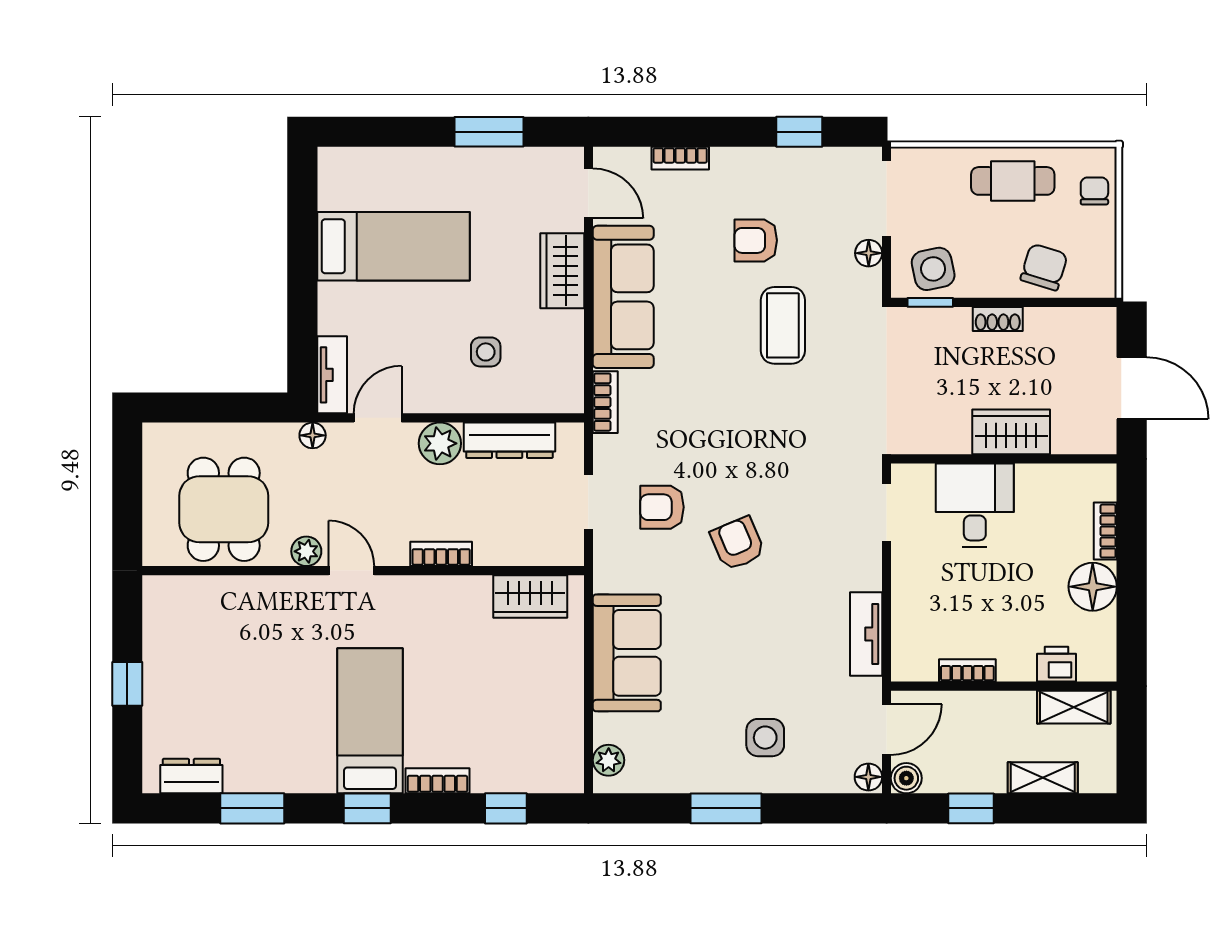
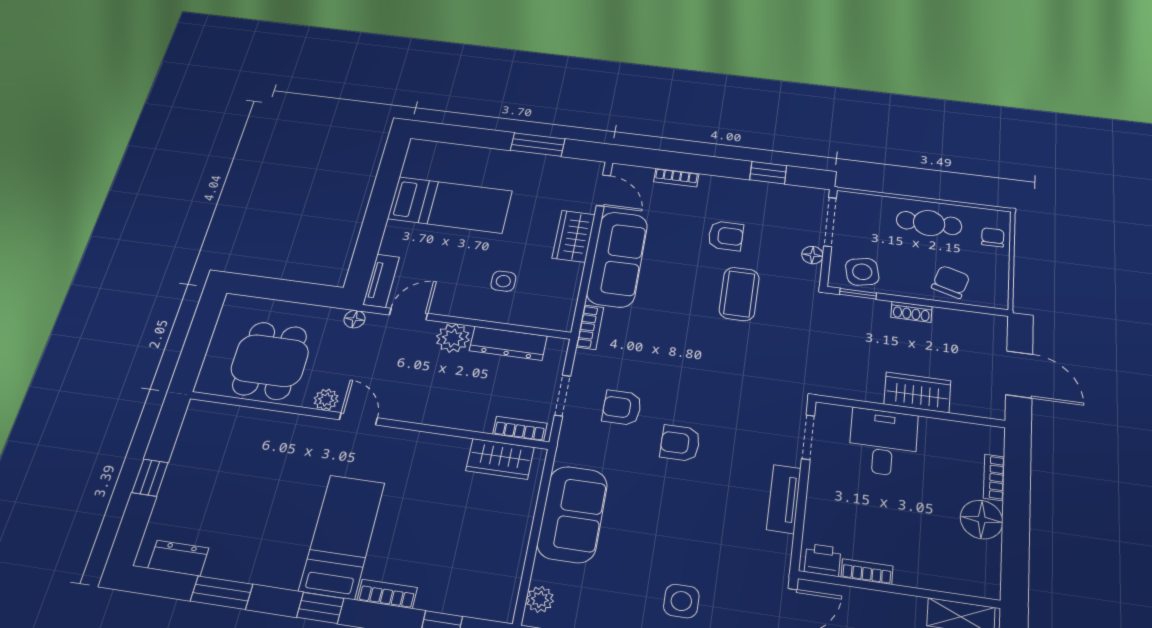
armchair: (756, 240) -> (726, 236), turned 180
armchair: (738, 543) -> (680, 443), turned -67
bookcase: (441, 554) -> (520, 429), moved
tv unit: (866, 634) -> (784, 499), moved
printer: (1056, 664) -> (823, 560), moved

